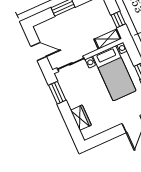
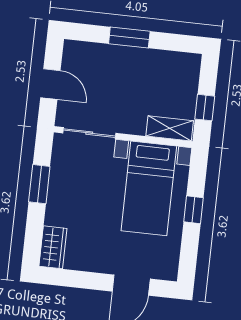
window: (57, 93) -> (39, 184), moved
wardrobe: (81, 118) -> (53, 247), moved

